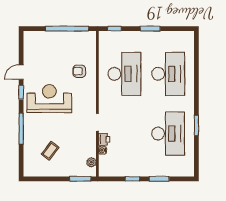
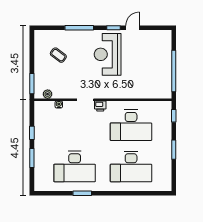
armchair: (79, 71) -> (133, 83), removed
door: (21, 72) -> (133, 28), hinge flipped
reception desk: (49, 99) -> (108, 54), turned 180
printer: (104, 139) -> (100, 106), moved

